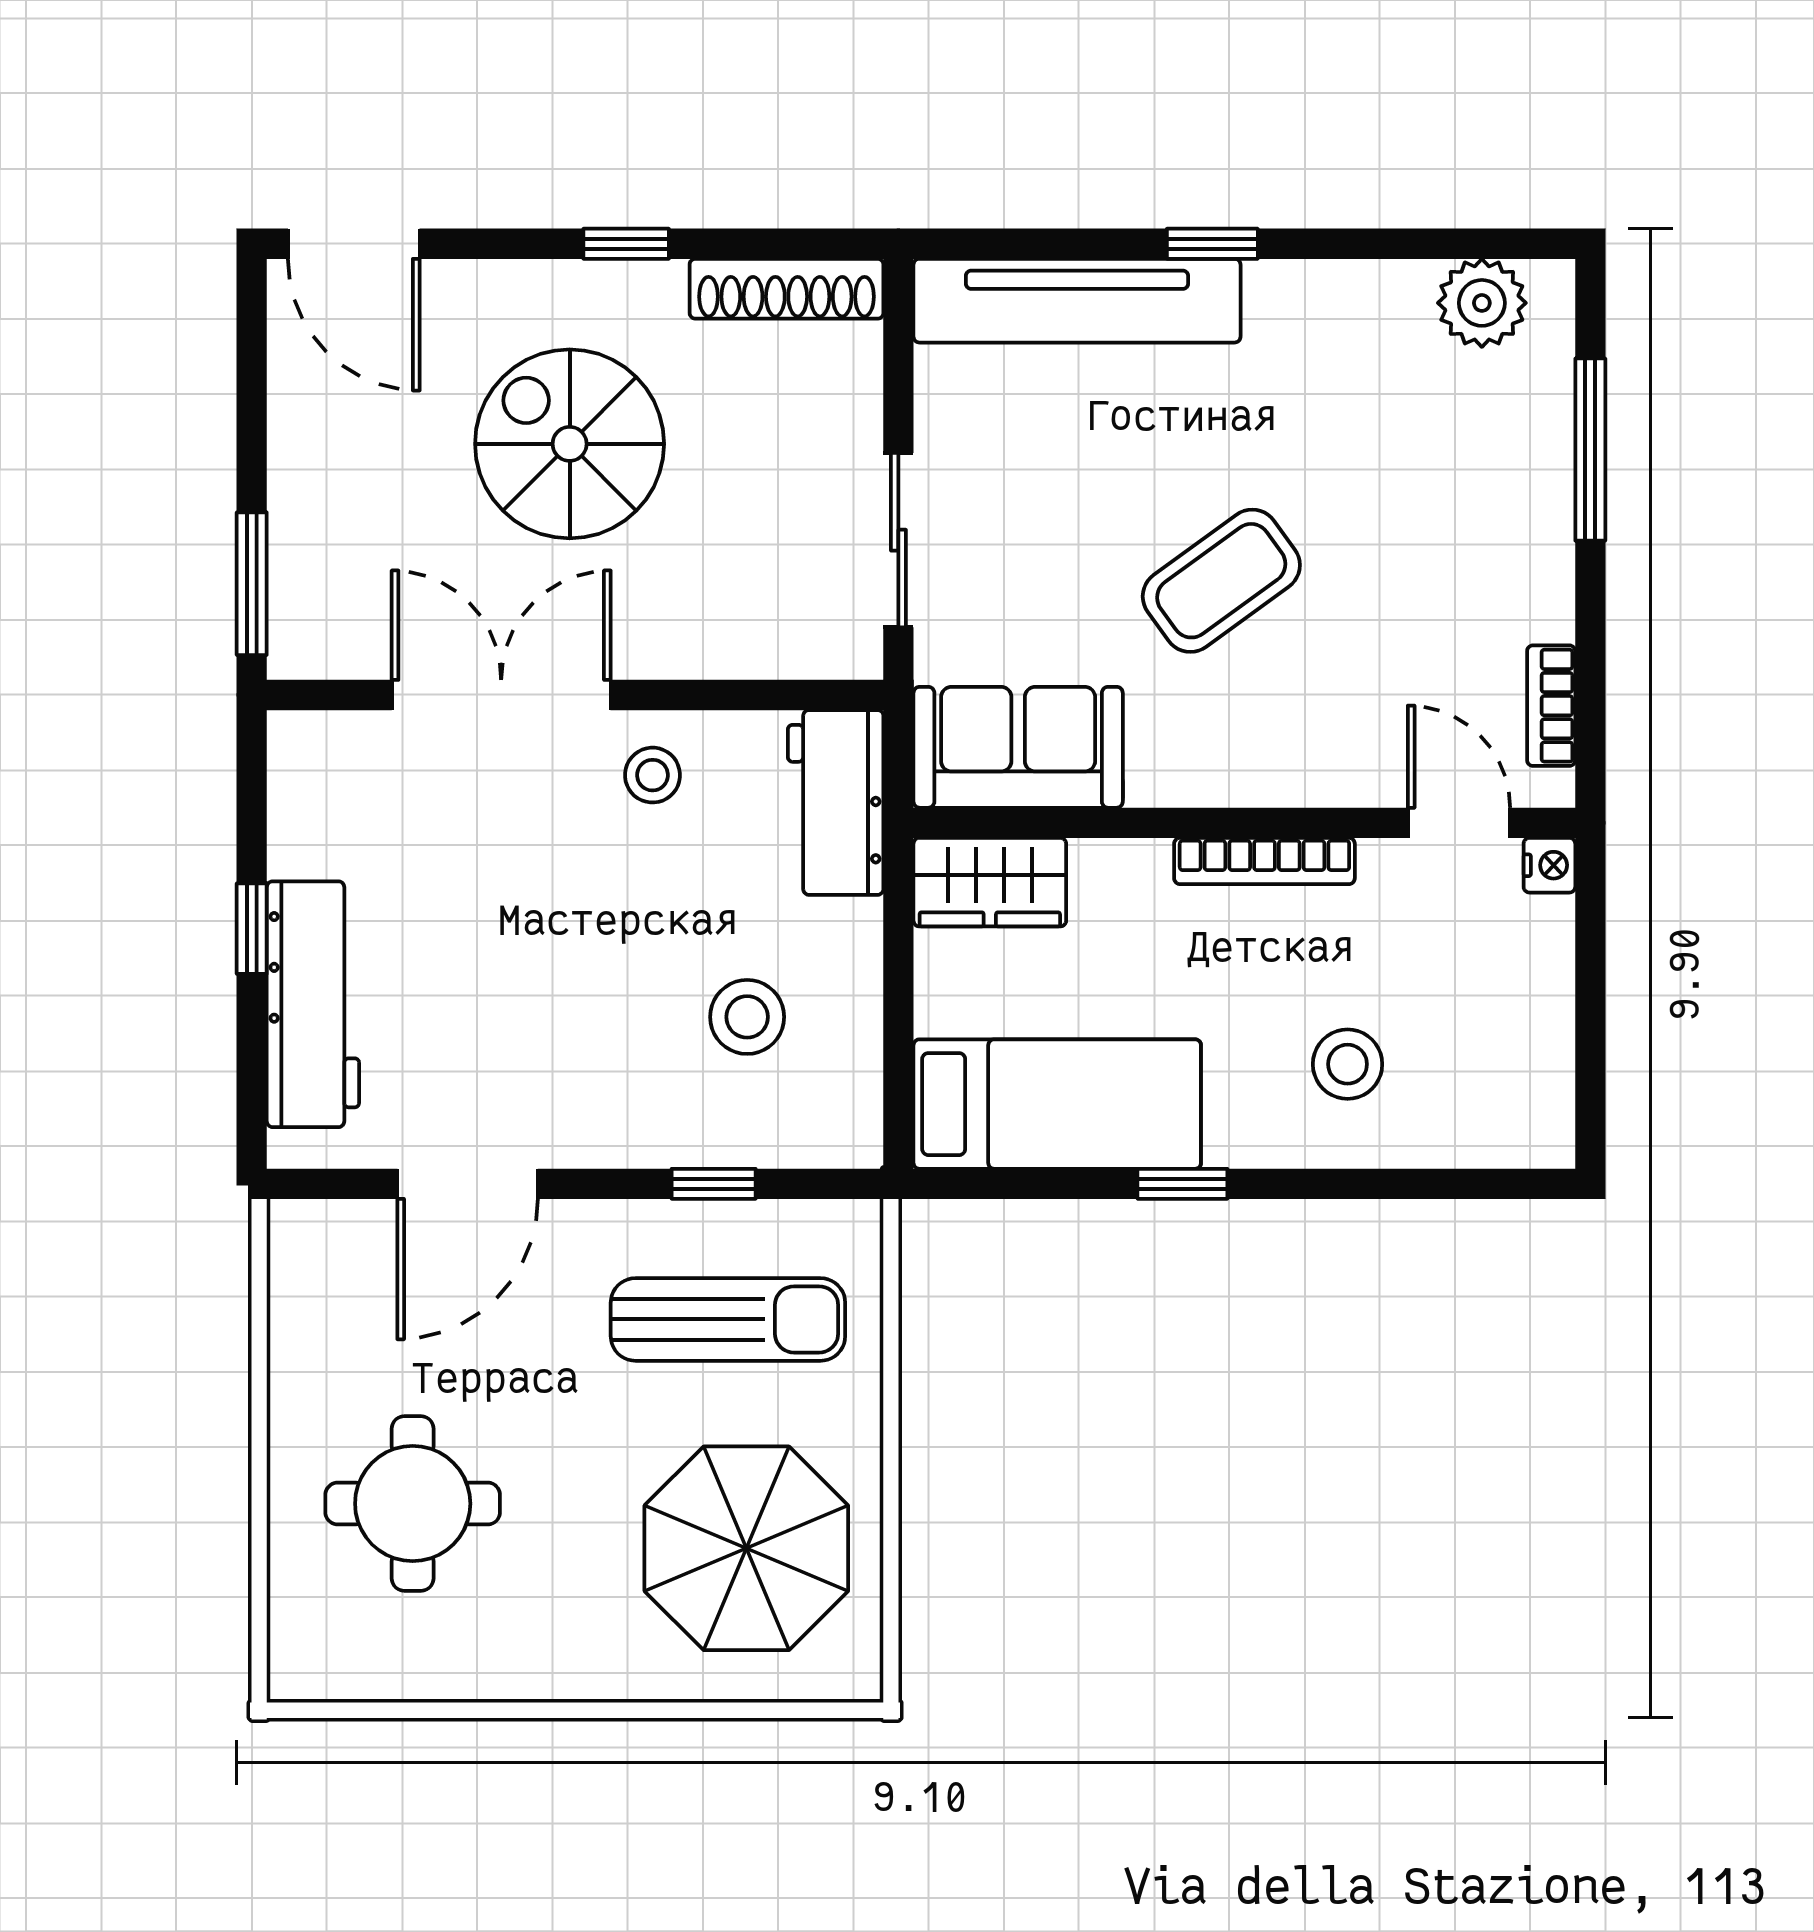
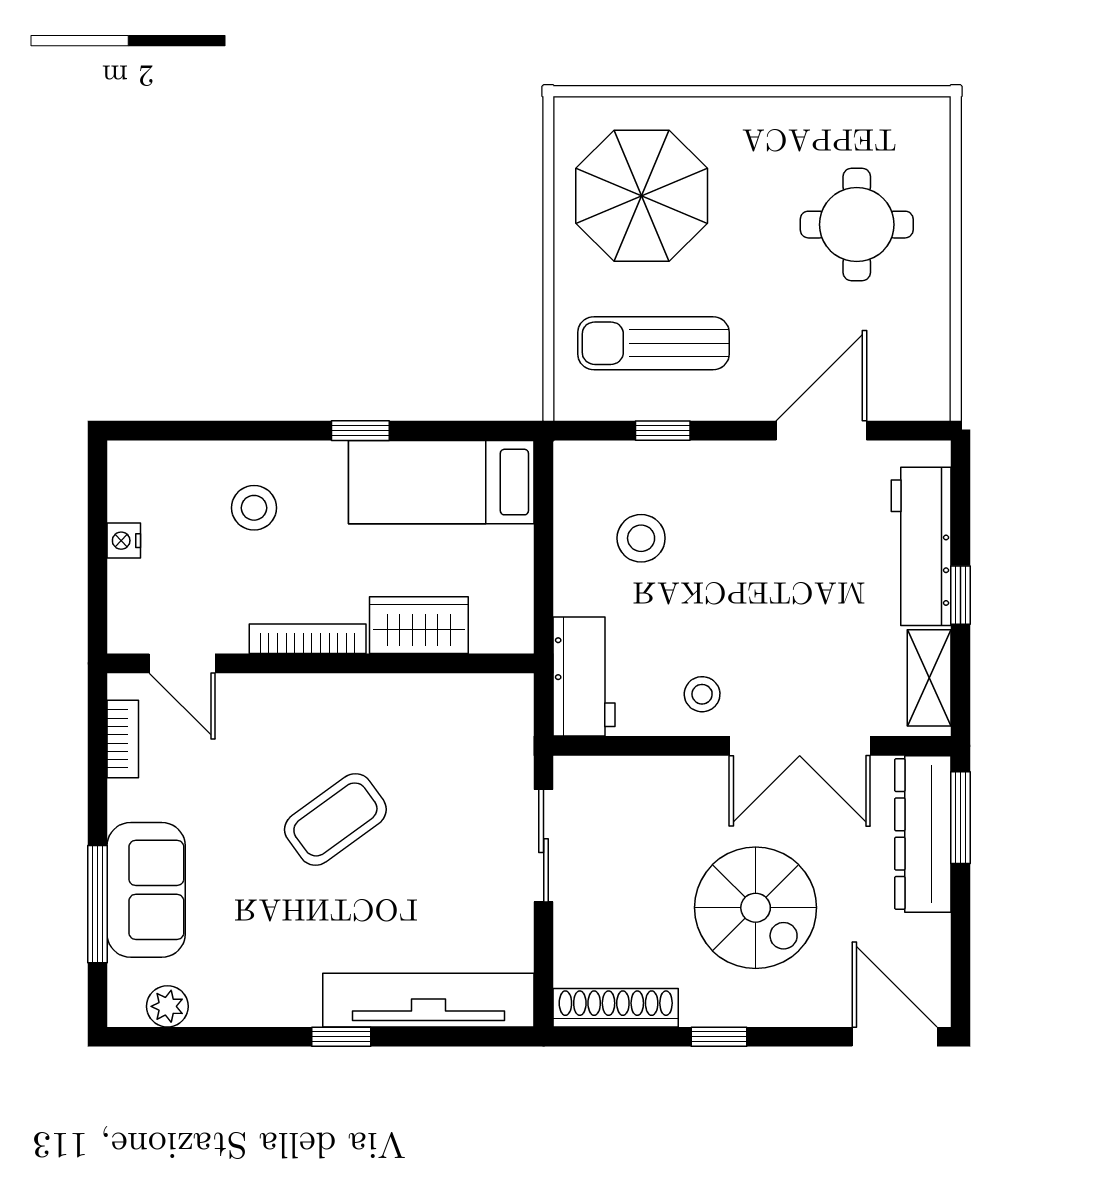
plant: (1482, 303) -> (167, 1006), width x0.73, depth x0.73
dresser: (310, 558) -> (923, 834), added
sofa: (1018, 747) -> (146, 890), moved, turned -90
shelving: (300, 801) -> (929, 678), added
nightstand: (1549, 865) -> (124, 541), moved
wardrobe: (990, 882) -> (419, 625), moved

